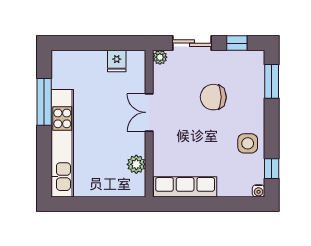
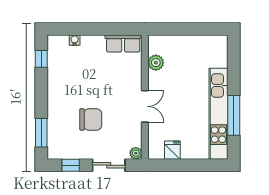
kitchen unit: (62, 143) -> (218, 114), moved
side table: (248, 143) -> (62, 80), removed
row of seats: (185, 187) -> (123, 44), width x0.68
water cooler: (259, 191) -> (75, 40), moved

